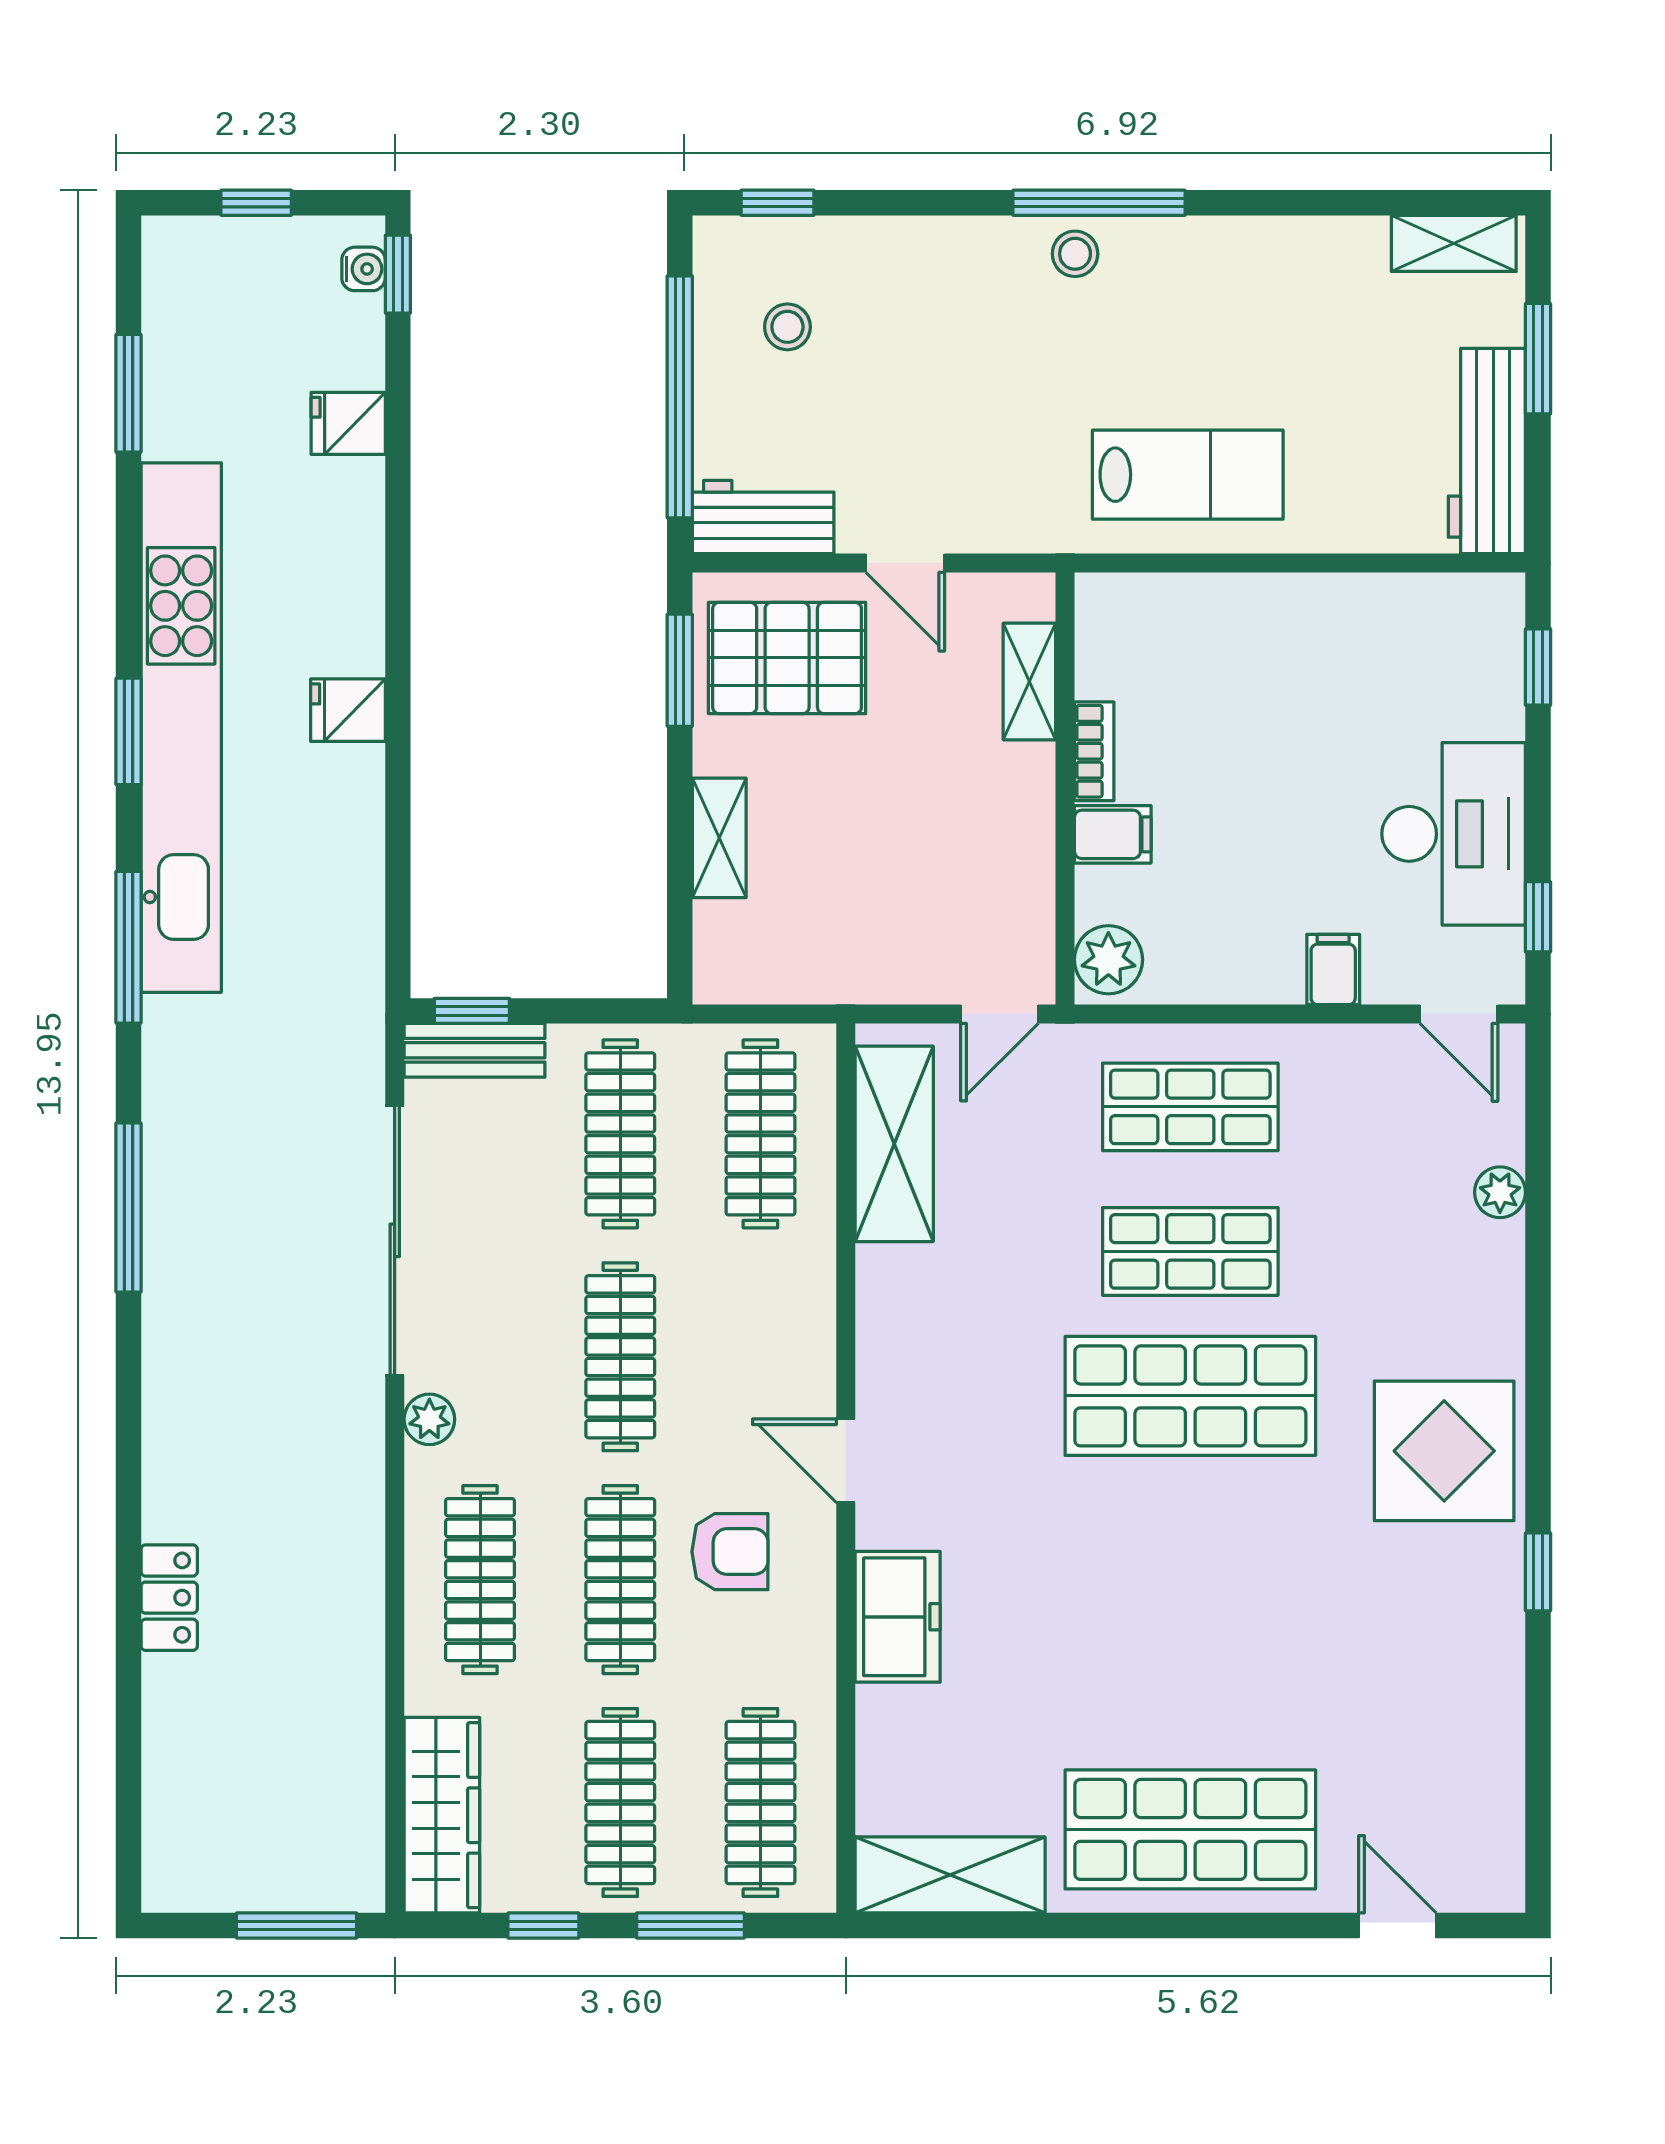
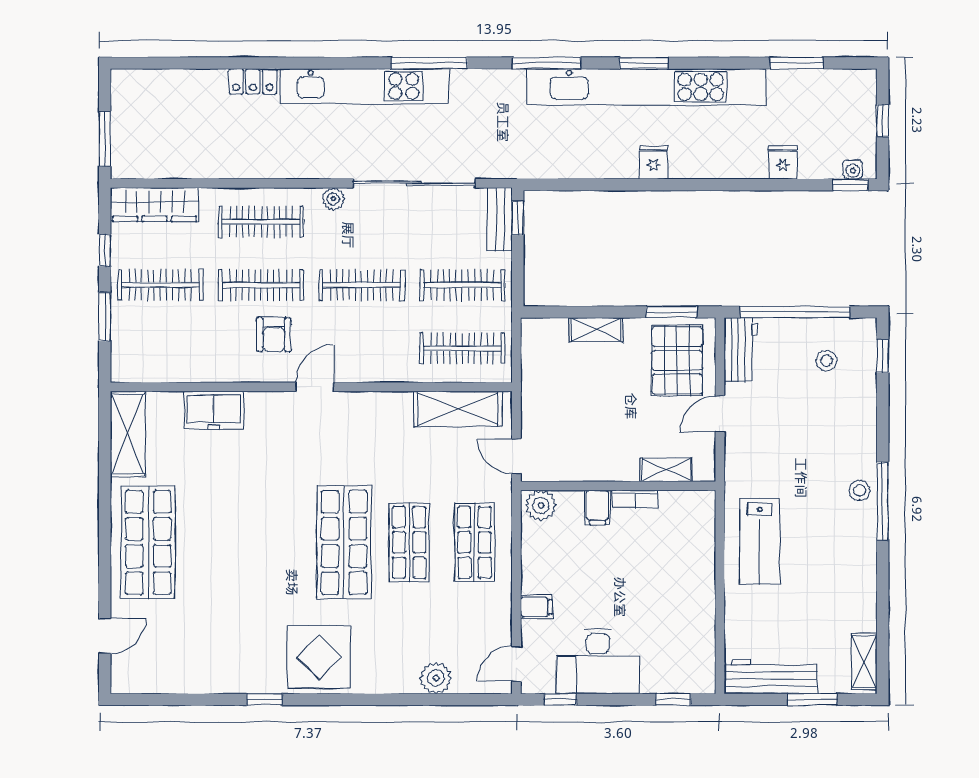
plant: (1500, 1192) -> (436, 678), width x1.38, depth x1.38
kitchen unit: (180, 1350) -> (365, 86), added
freezer: (898, 1617) -> (213, 410), moved
clothes rail: (760, 1802) -> (160, 348), removed

